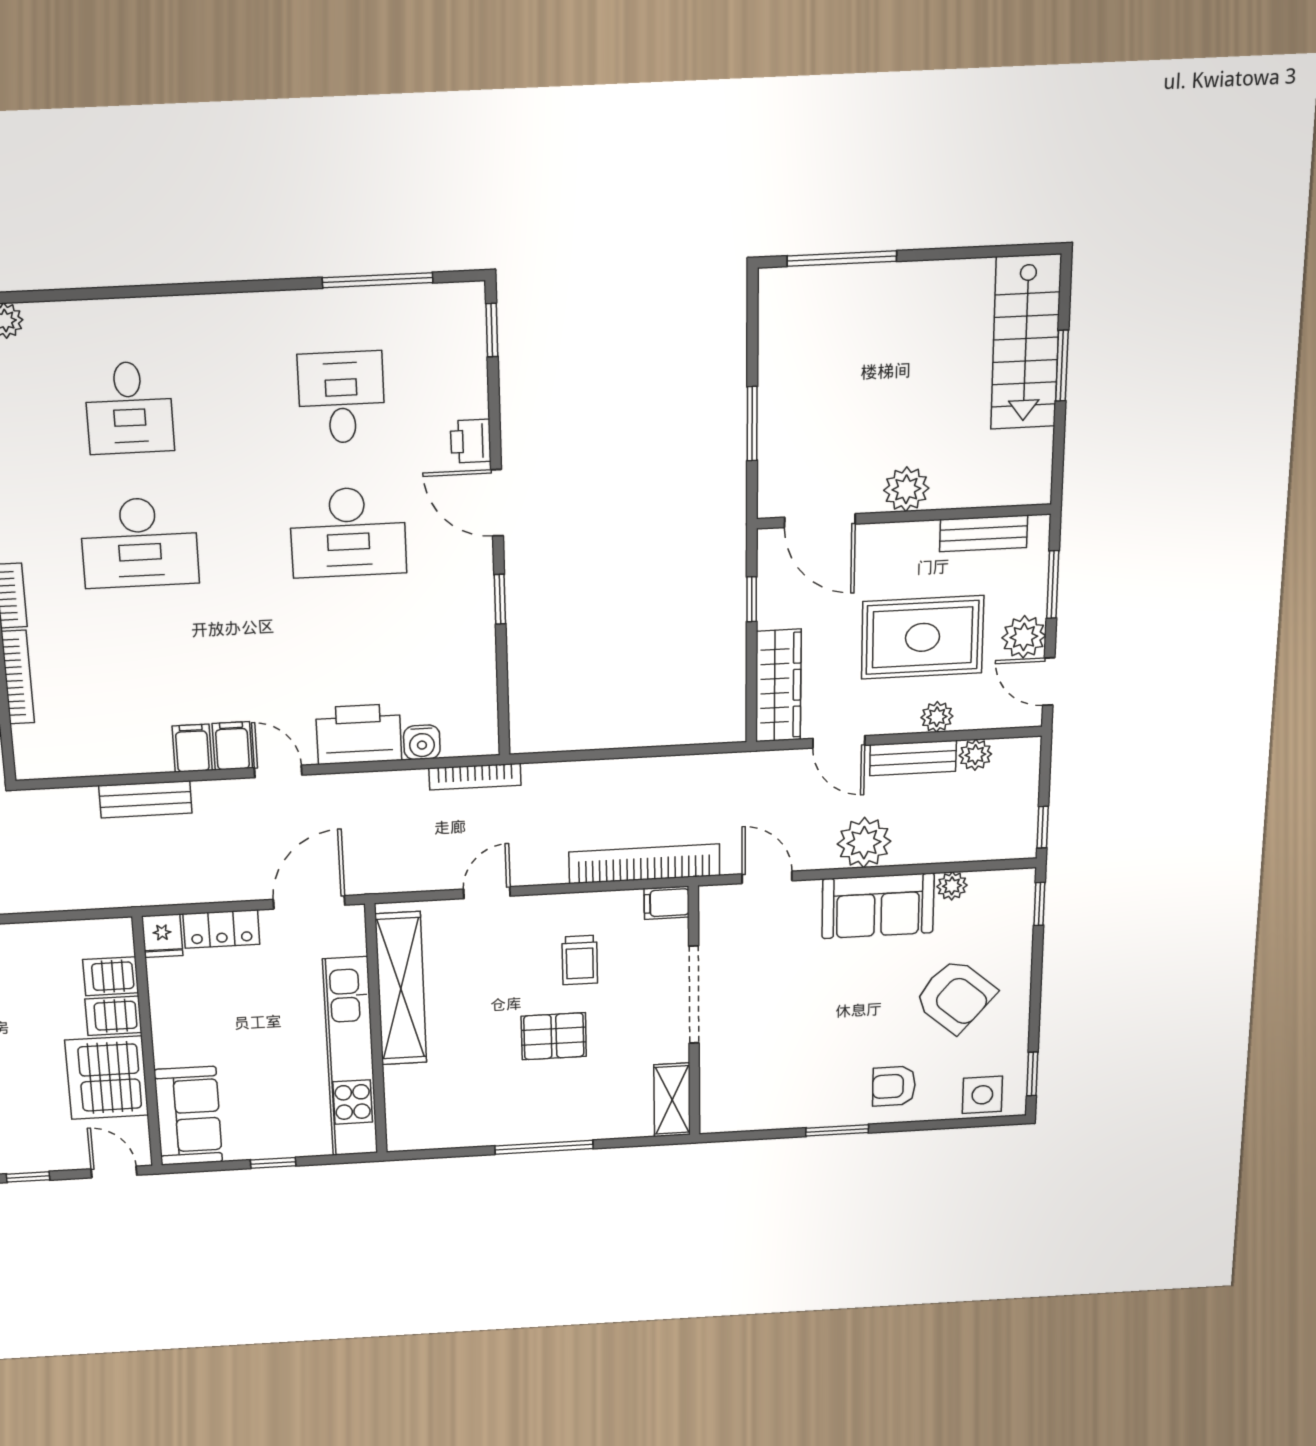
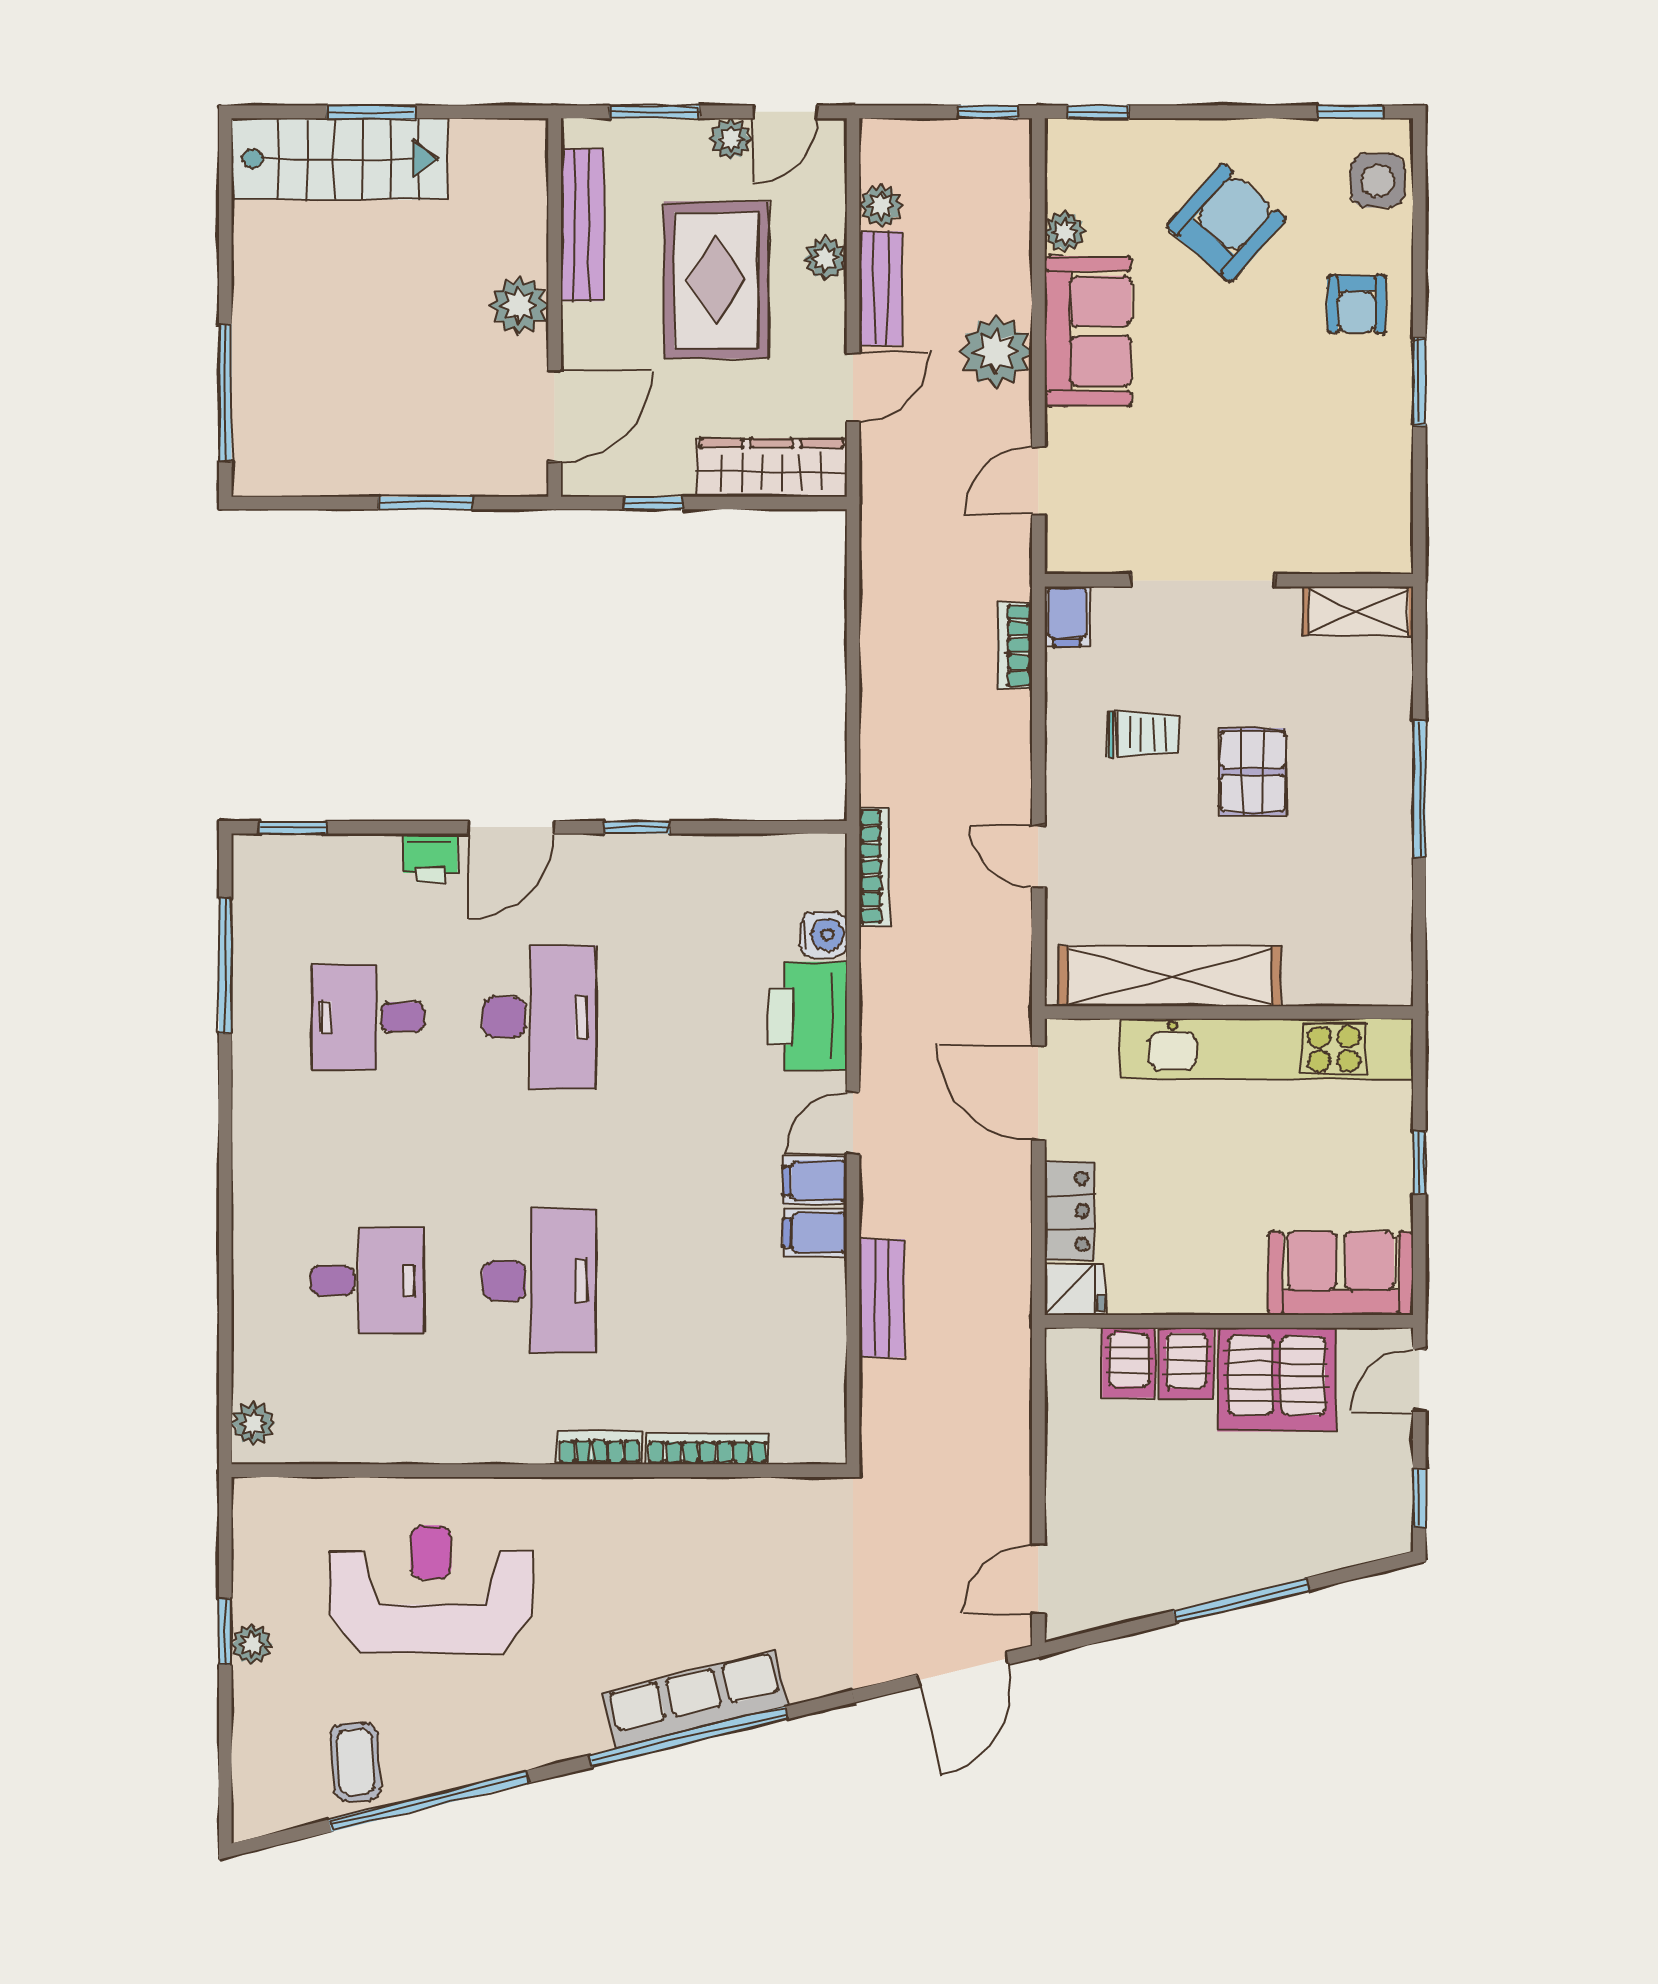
bench: (984, 533) -> (582, 225), width x1.36
plant: (1024, 637) -> (731, 139), width x0.73, depth x0.73
bookcase: (644, 864) -> (1015, 646), width x0.43, depth x0.76

